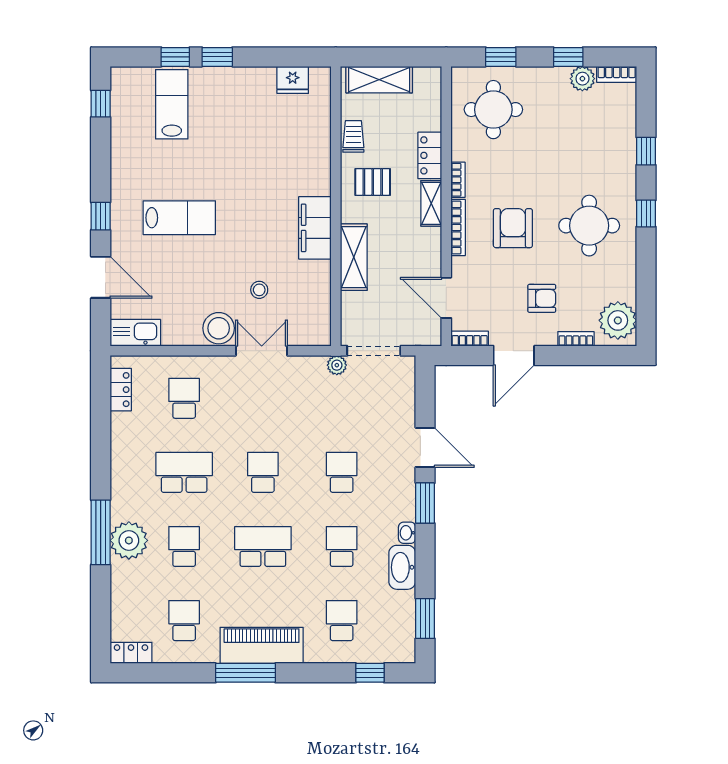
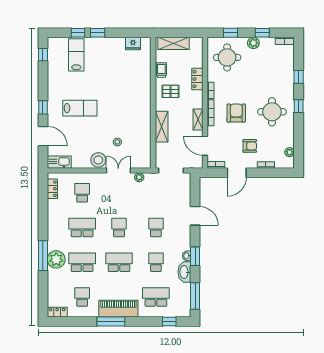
plant: (582, 79) -> (253, 43), moved
shelving: (431, 203) -> (198, 119), moved
filing cabinet: (315, 228) -> (143, 113), removed
plant: (618, 320) -> (290, 152), width x0.53, depth x0.53
plant: (337, 365) -> (139, 177), moved
window: (425, 503) -> (195, 256), moved
school desk: (184, 546) -> (82, 262), width x1.85
window: (425, 619) -> (195, 296), width x1.44
school desk: (342, 621) -> (156, 297), width x1.85

